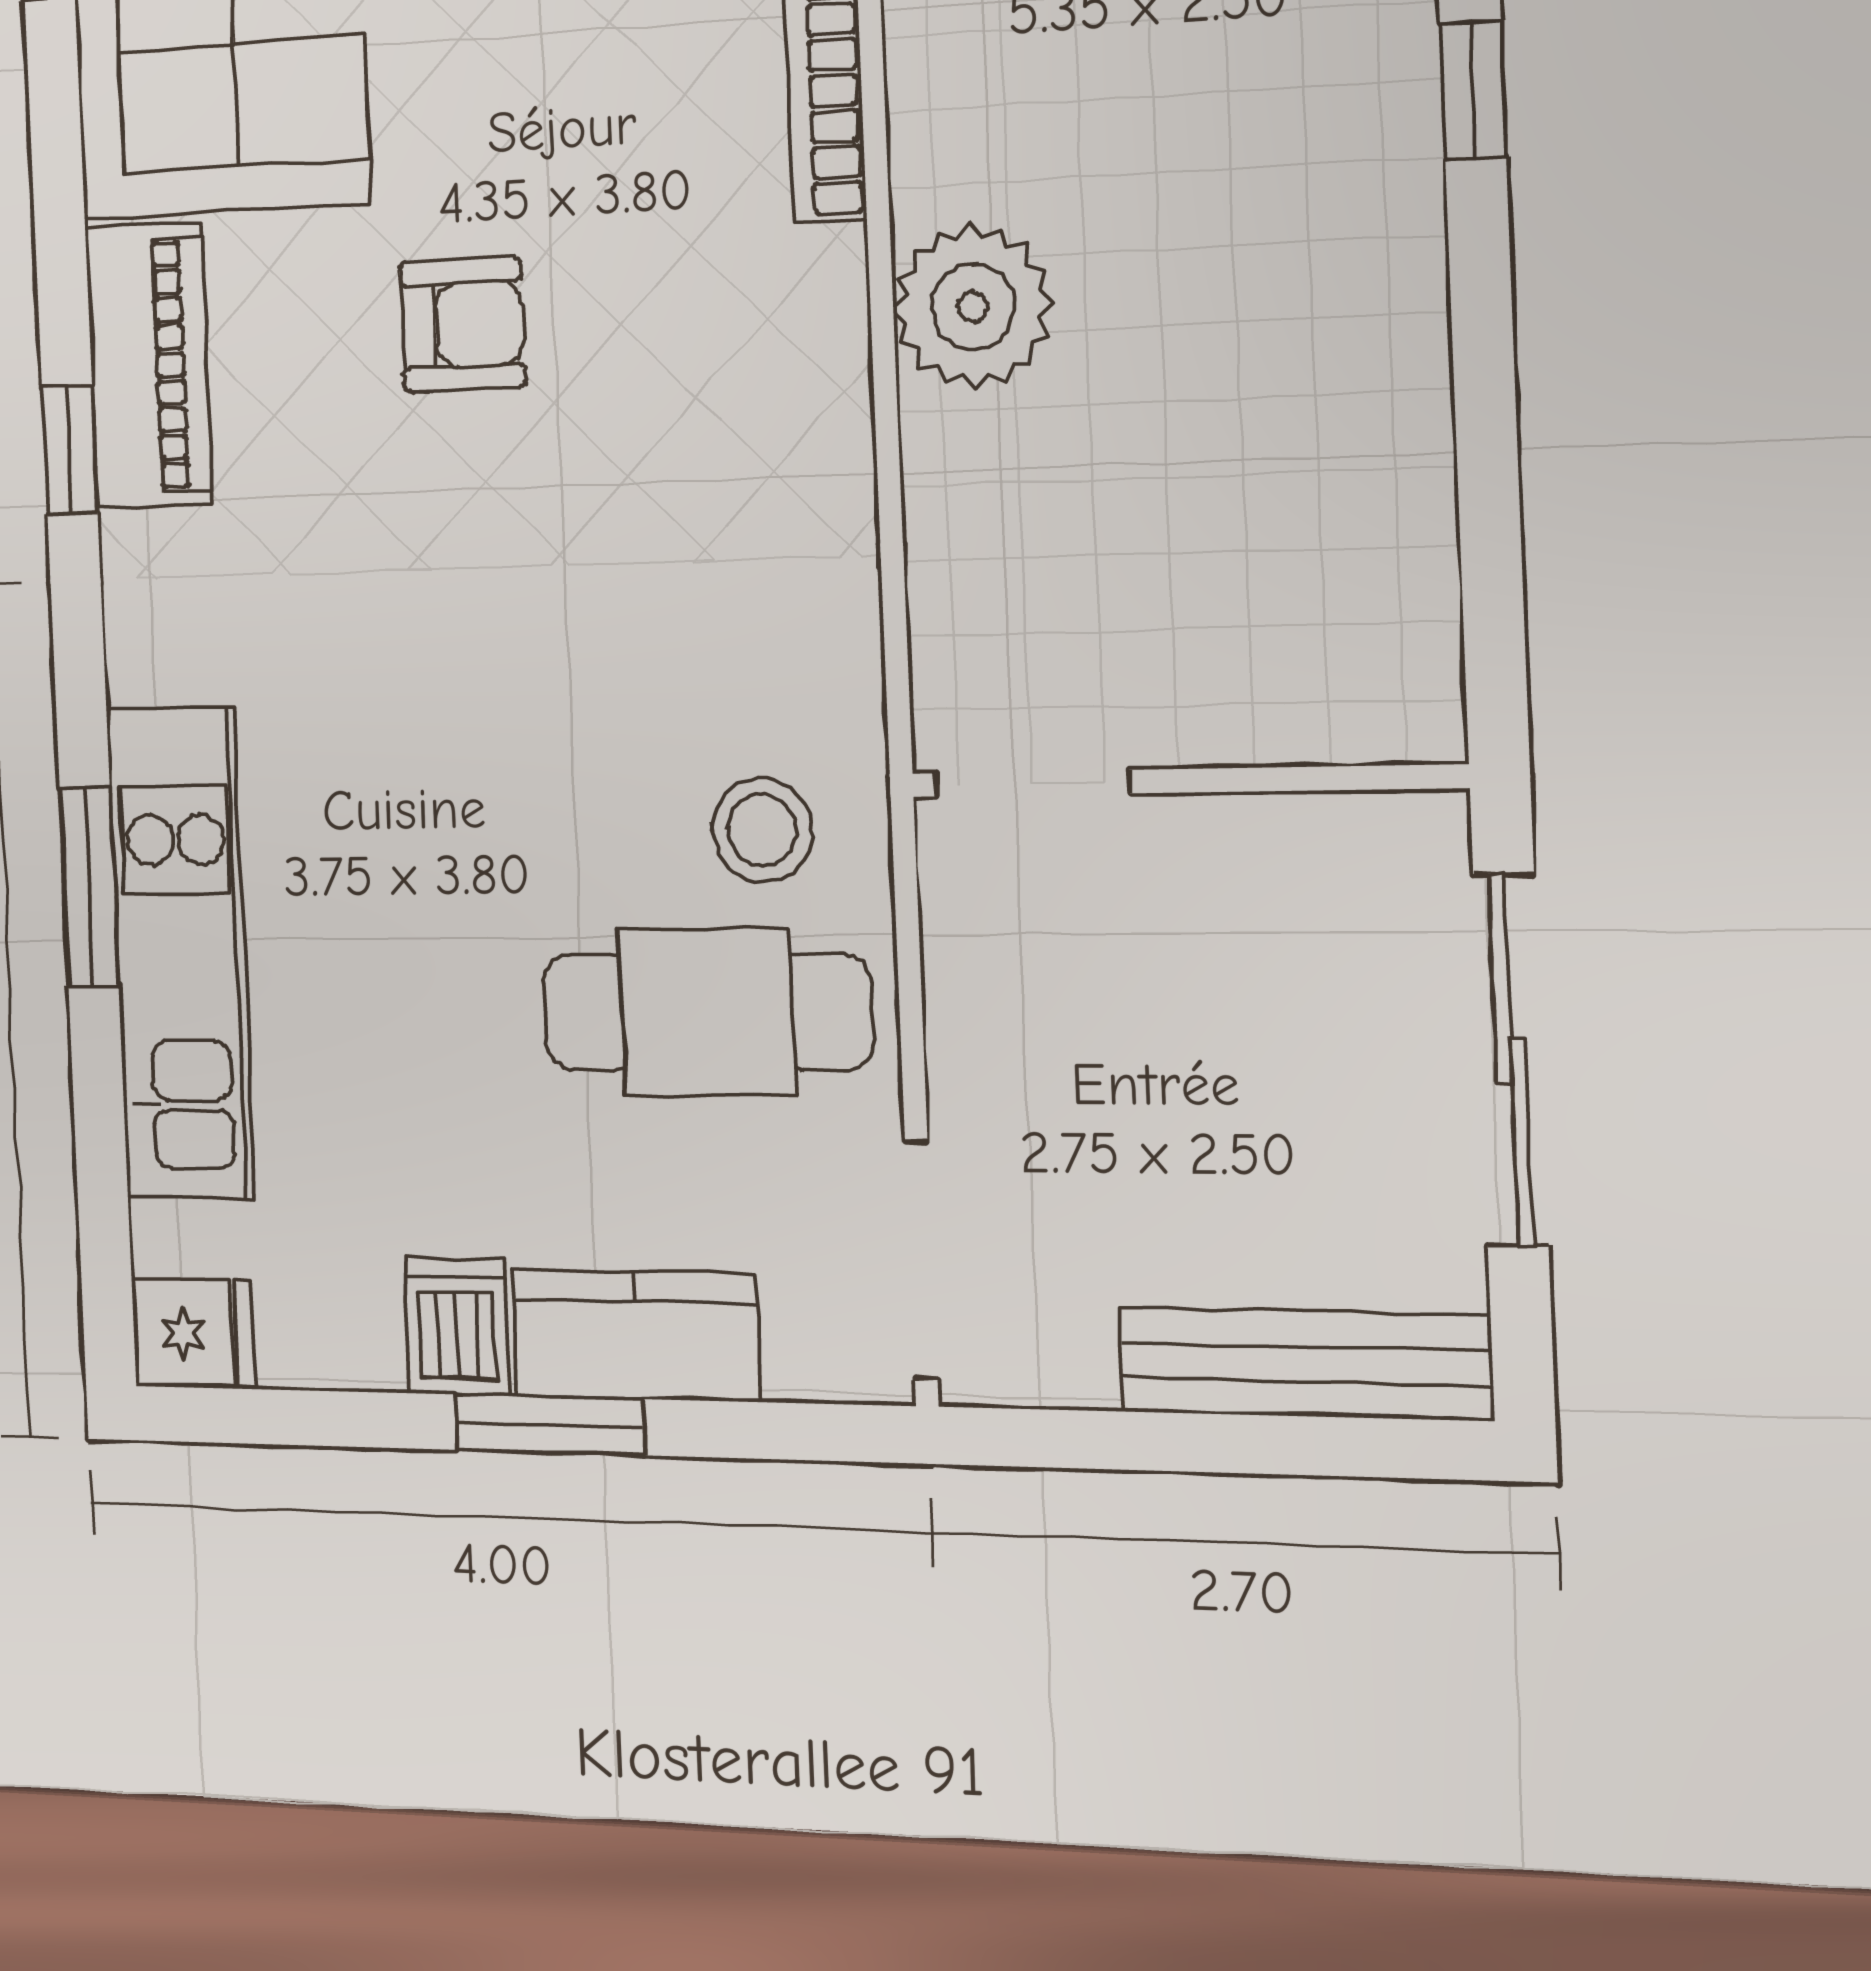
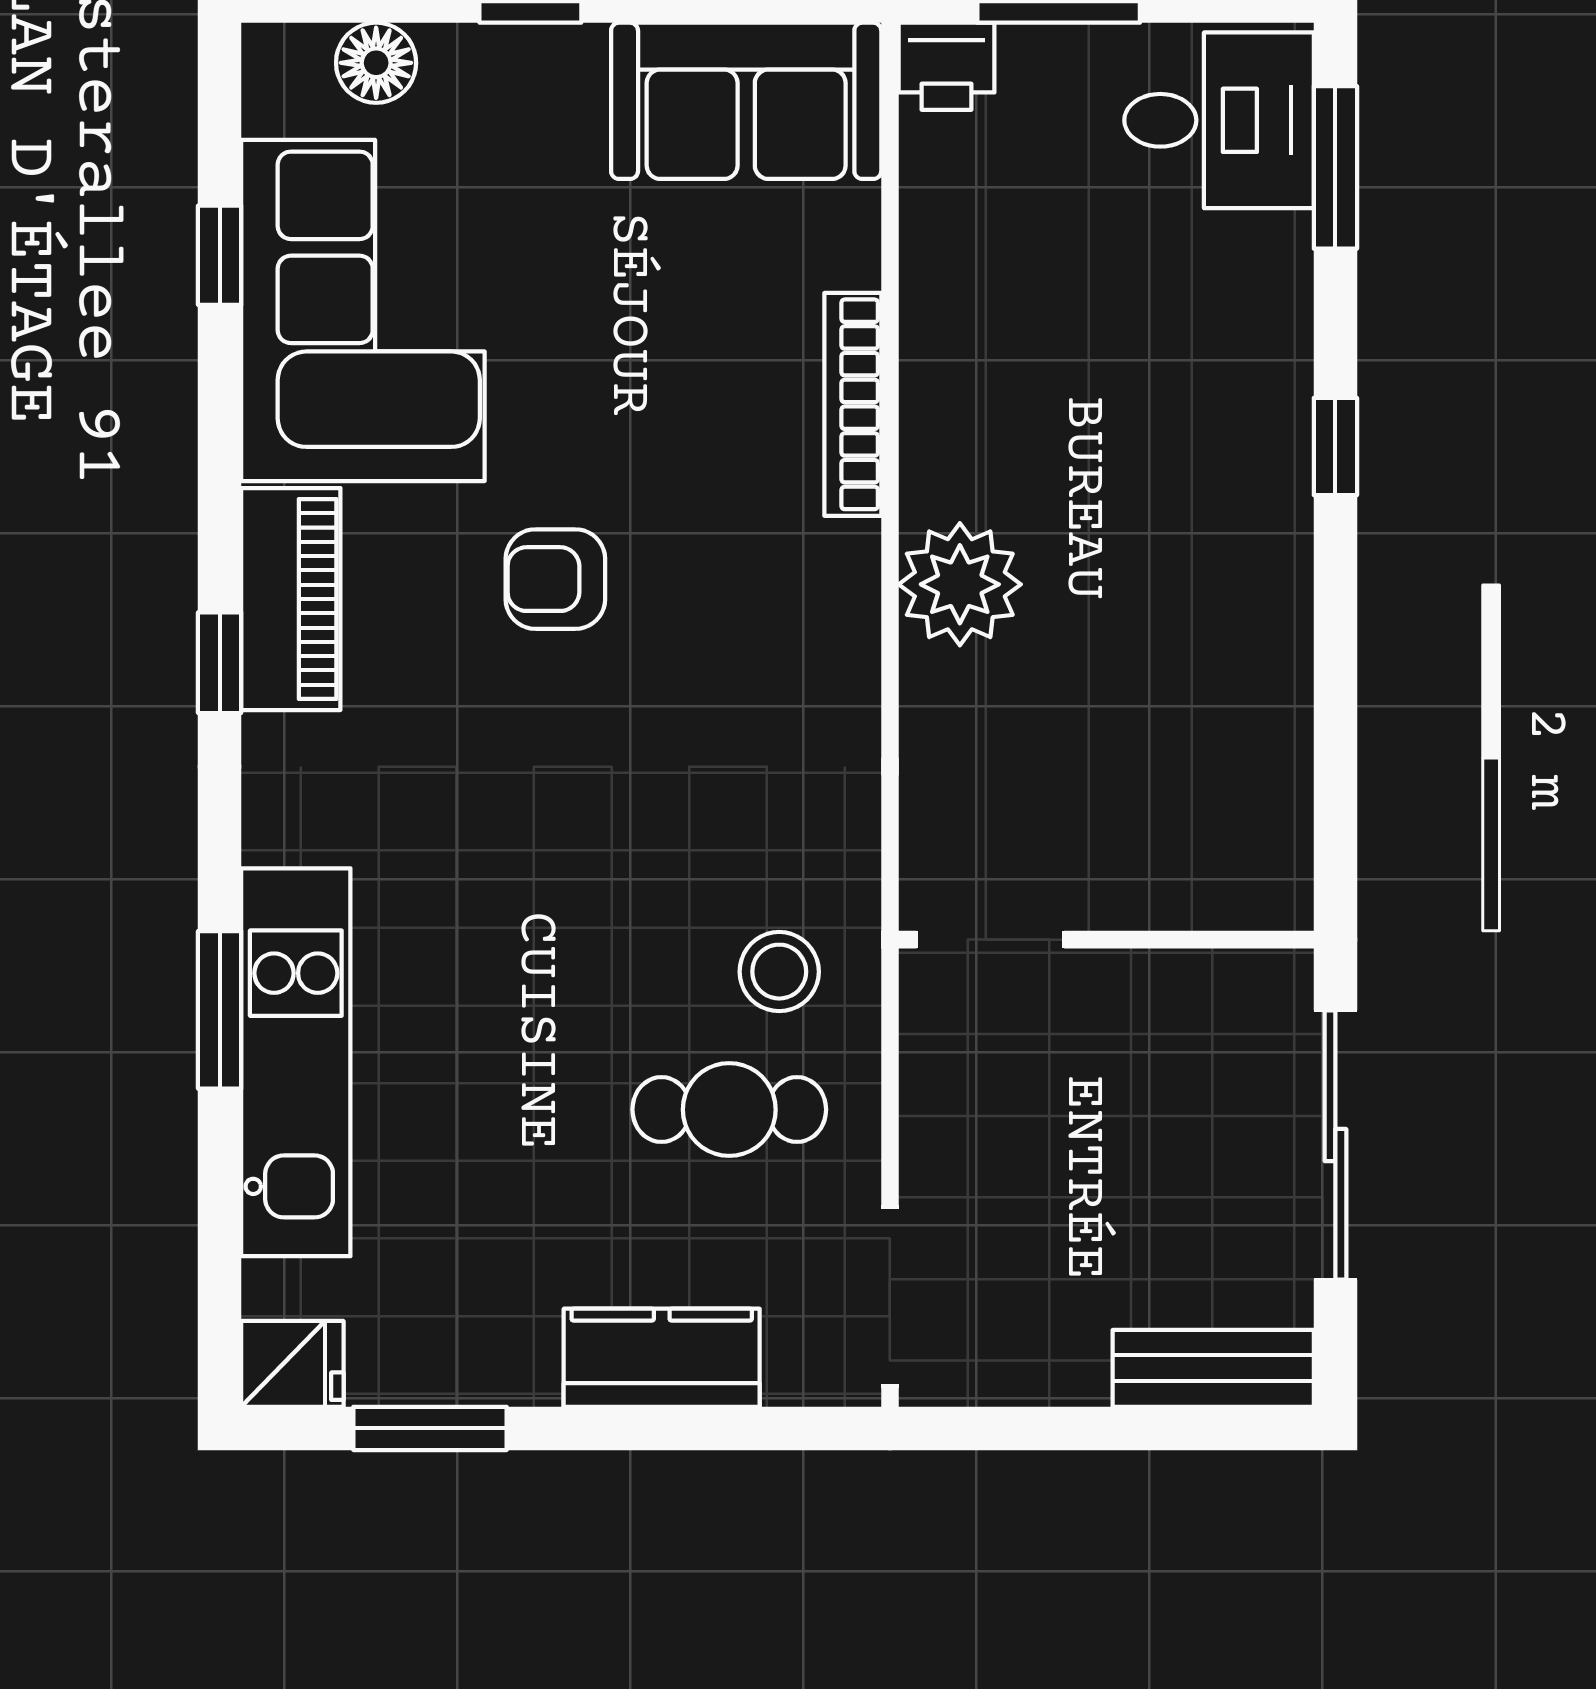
armchair: (462, 325) -> (555, 579), turned 180
cafe table: (707, 1012) -> (729, 1110), width x0.73, depth x0.74
dishwasher: (457, 1326) -> (515, 1353), removed
bench: (1304, 1364) -> (1213, 1368), width x0.73
window: (549, 1425) -> (430, 1428), moved

